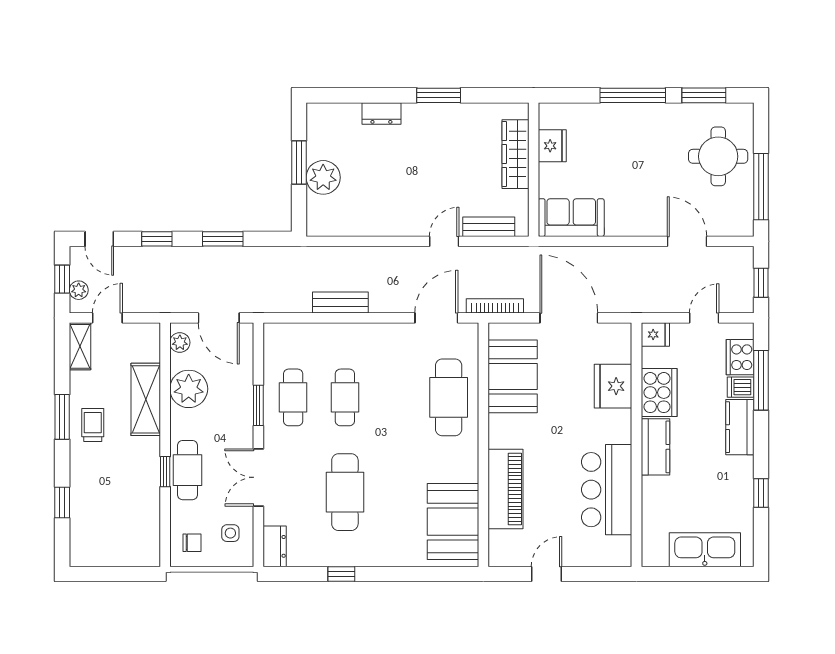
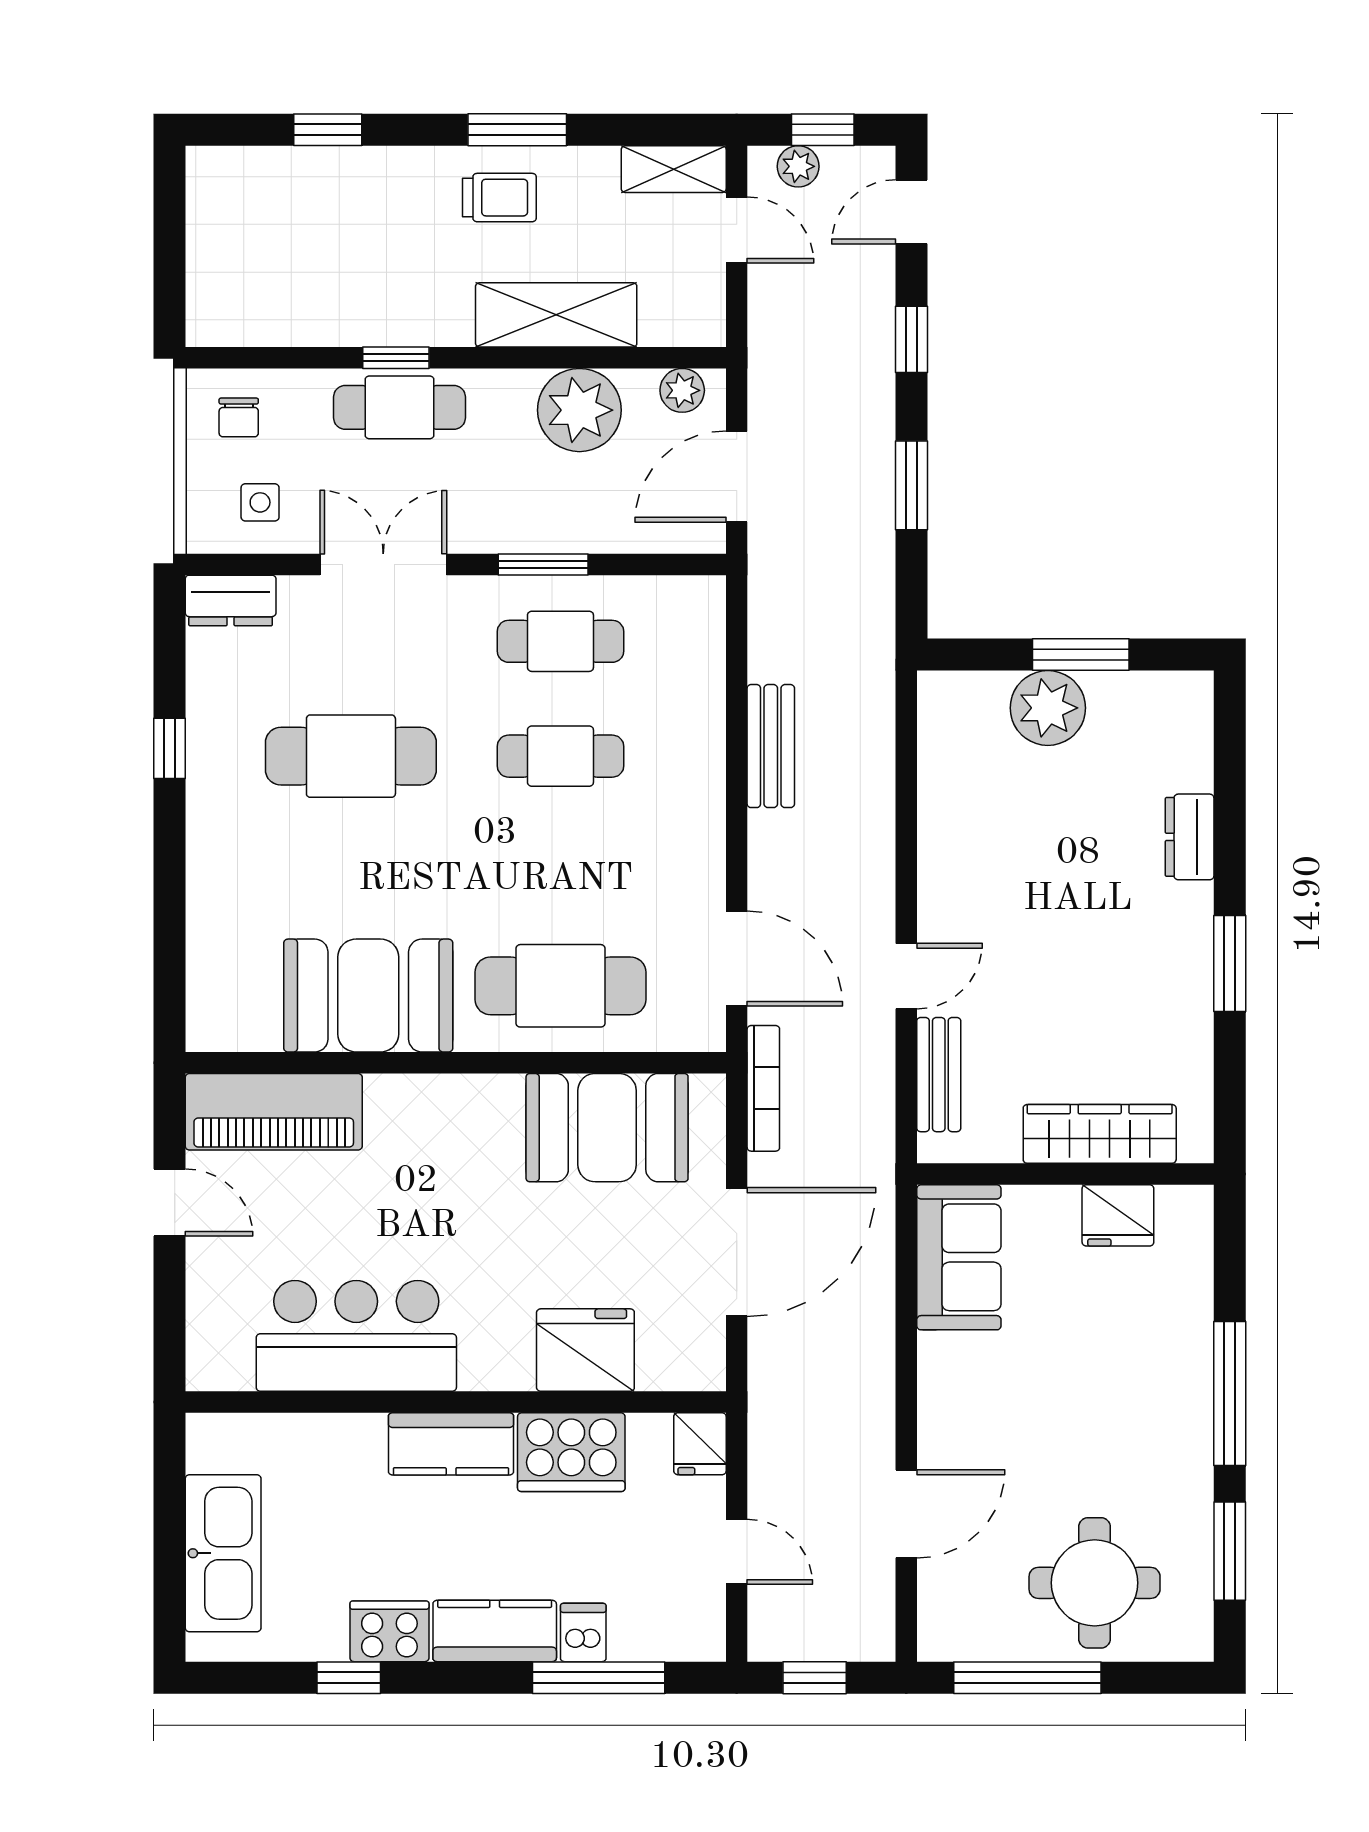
door: (444, 241) -> (906, 976), hinge flipped
cooker: (740, 357) -> (389, 1631), moved
piano: (505, 489) -> (274, 1112), moved
booth: (453, 522) -> (368, 996), moved

